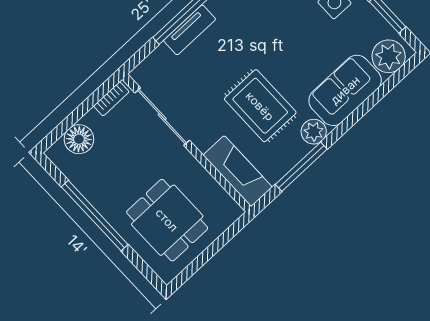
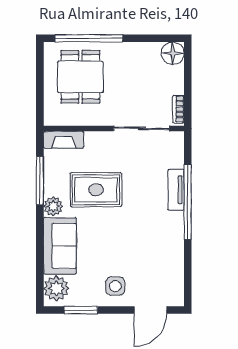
floor lamp: (79, 139) -> (173, 53), moved
fireplace: (238, 171) -> (64, 140), width x0.73, depth x0.76
window: (95, 216) -> (89, 38), moved
dining table: (167, 220) -> (80, 77), turned 90

